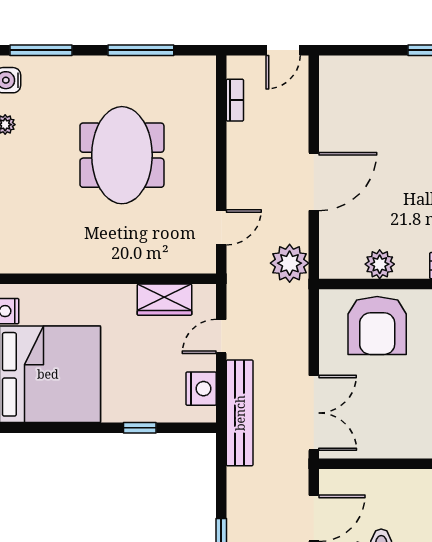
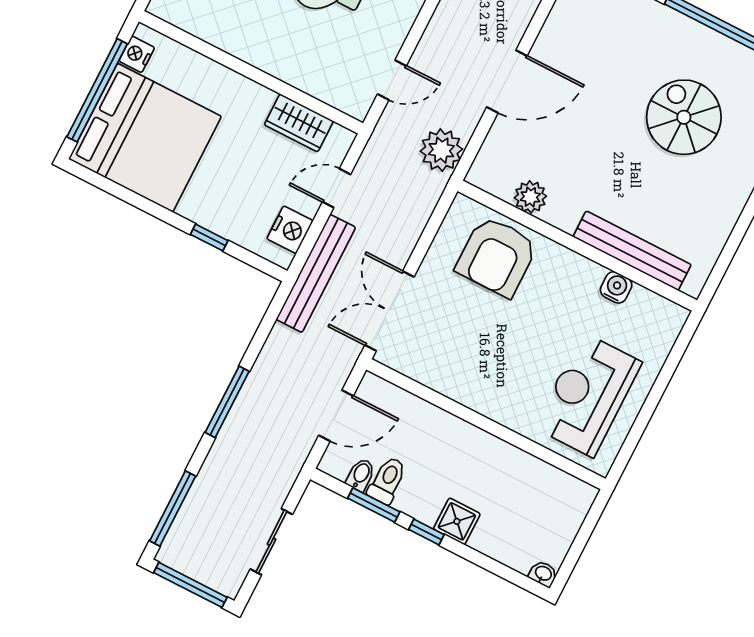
double door: (314, 413) -> (389, 311), swing flipped

